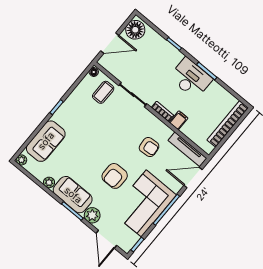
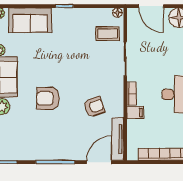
armchair: (149, 147) -> (94, 107), turned -105
door: (193, 177) -> (99, 162), hinge flipped
corner sofa: (144, 203) -> (45, 140), removed

